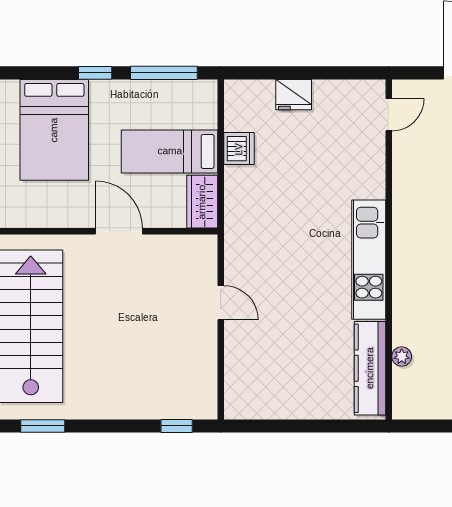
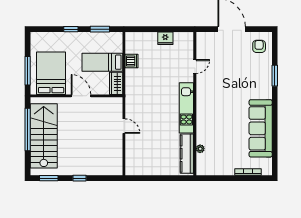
window: (164, 73) -> (100, 29), width x0.69
fridge: (294, 95) -> (165, 38), moved
door: (389, 115) -> (195, 66), moved
bed: (54, 130) -> (51, 73), moved, turned 180
window: (177, 426) -> (80, 178), moved

